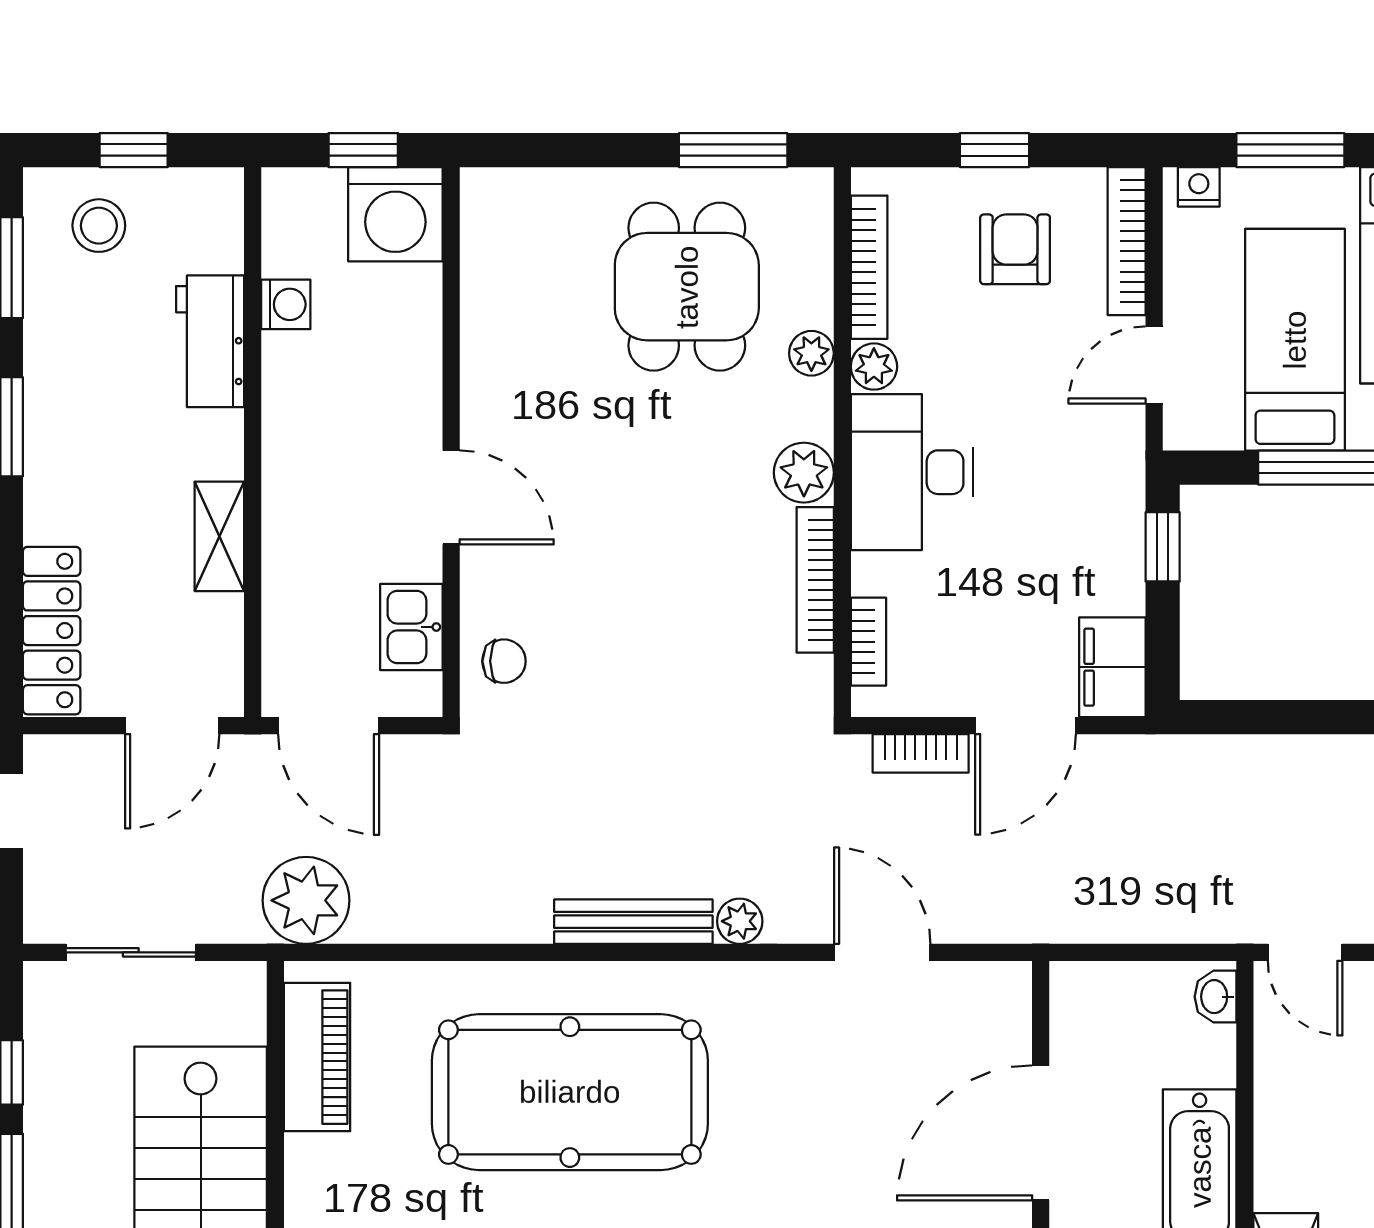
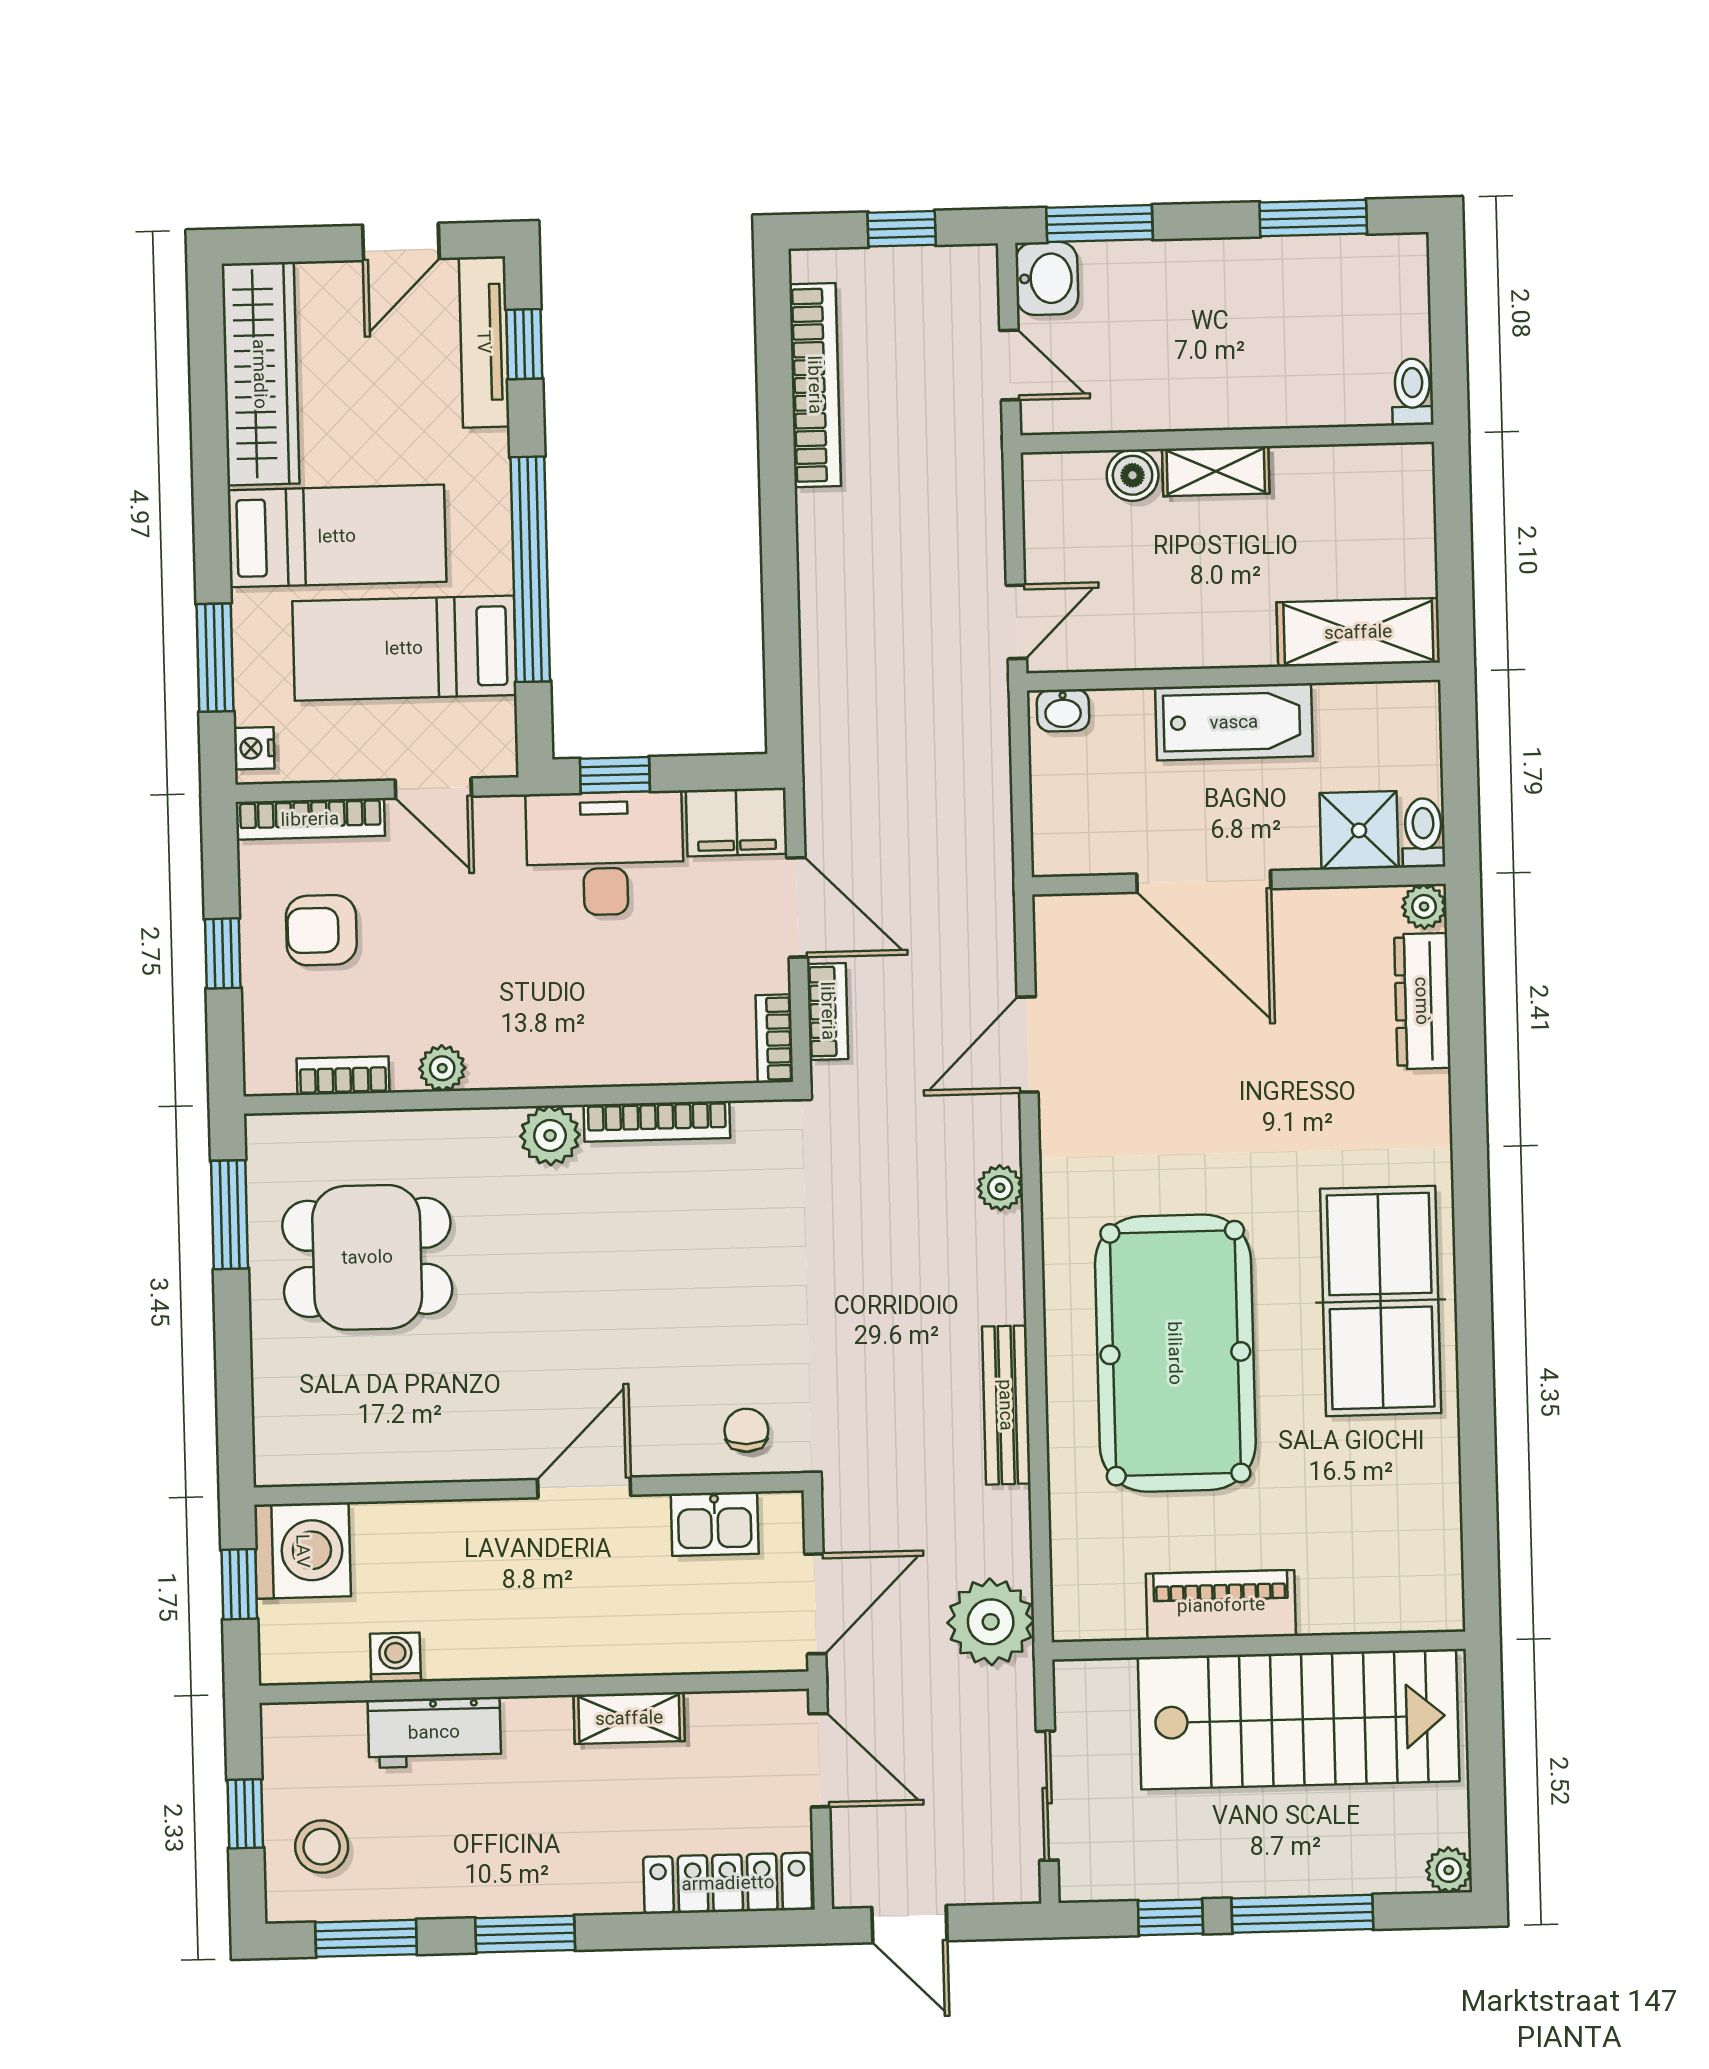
bookcase: (869, 267) -> (343, 1076), width x0.64
plant: (811, 353) -> (431, 1131), removed
desk: (912, 472) -> (605, 853), moved, turned 180
bookcase: (868, 642) -> (774, 1039), moved, turned -90
bench: (633, 922) -> (1006, 1405), moved
piano: (317, 1057) -> (1221, 1605), moved

